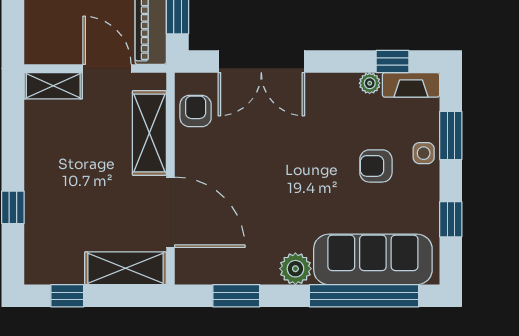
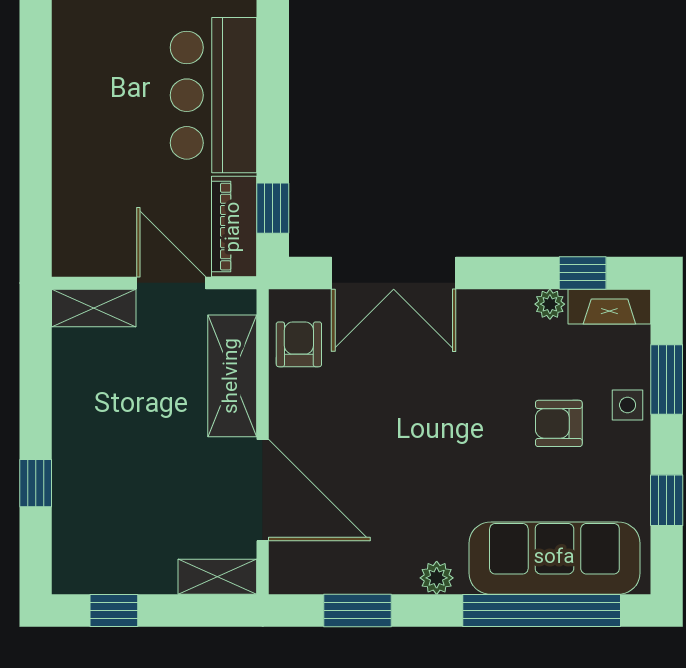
shelving: (125, 268) -> (217, 577), width x0.67, depth x0.75
plant: (295, 269) -> (437, 578), width x0.73, depth x0.73

